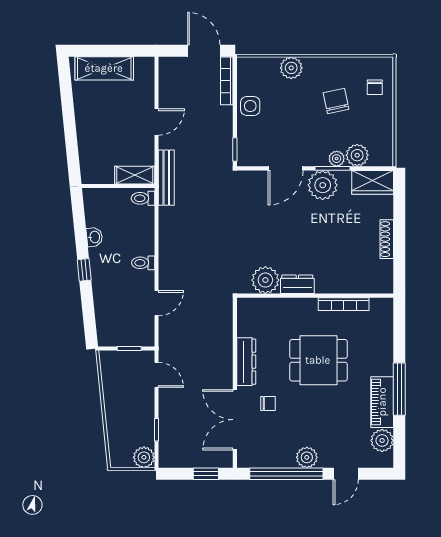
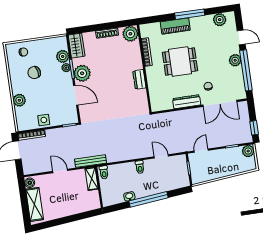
boiler: (144, 65) -> (30, 183), added
window: (84, 270) -> (148, 199), width x3.17
plant: (265, 280) -> (130, 34), moved
dining table: (318, 360) -> (180, 62), turned 90
piano: (382, 402) -> (175, 26), moved
window: (206, 474) -> (254, 128), moved

